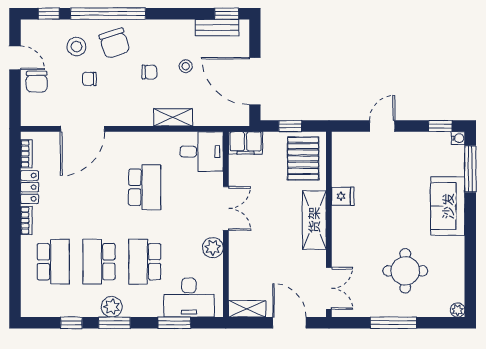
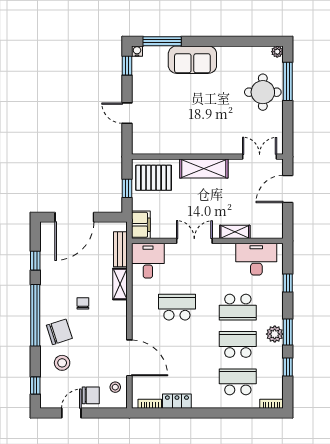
window: (108, 14) -> (35, 315), moved
window: (227, 14) -> (35, 261), moved
bench: (217, 28) -> (120, 249), moved
stool: (186, 66) -> (115, 387), moved
chair: (90, 79) -> (88, 352), removed
door: (255, 81) -> (74, 217), moved
fridge: (343, 196) -> (184, 145), removed
bookcase: (26, 220) -> (271, 404), moved
plant: (213, 248) -> (226, 252), removed
school desk: (99, 262) -> (238, 344), turned 180
round table: (405, 271) -> (263, 92), moved
desk: (189, 298) -> (256, 259), moved, turned -90
shelving: (247, 309) -> (235, 232), moved, turned 90
window: (174, 323) -> (288, 283), width x0.67
window: (394, 323) -> (288, 81), moved

